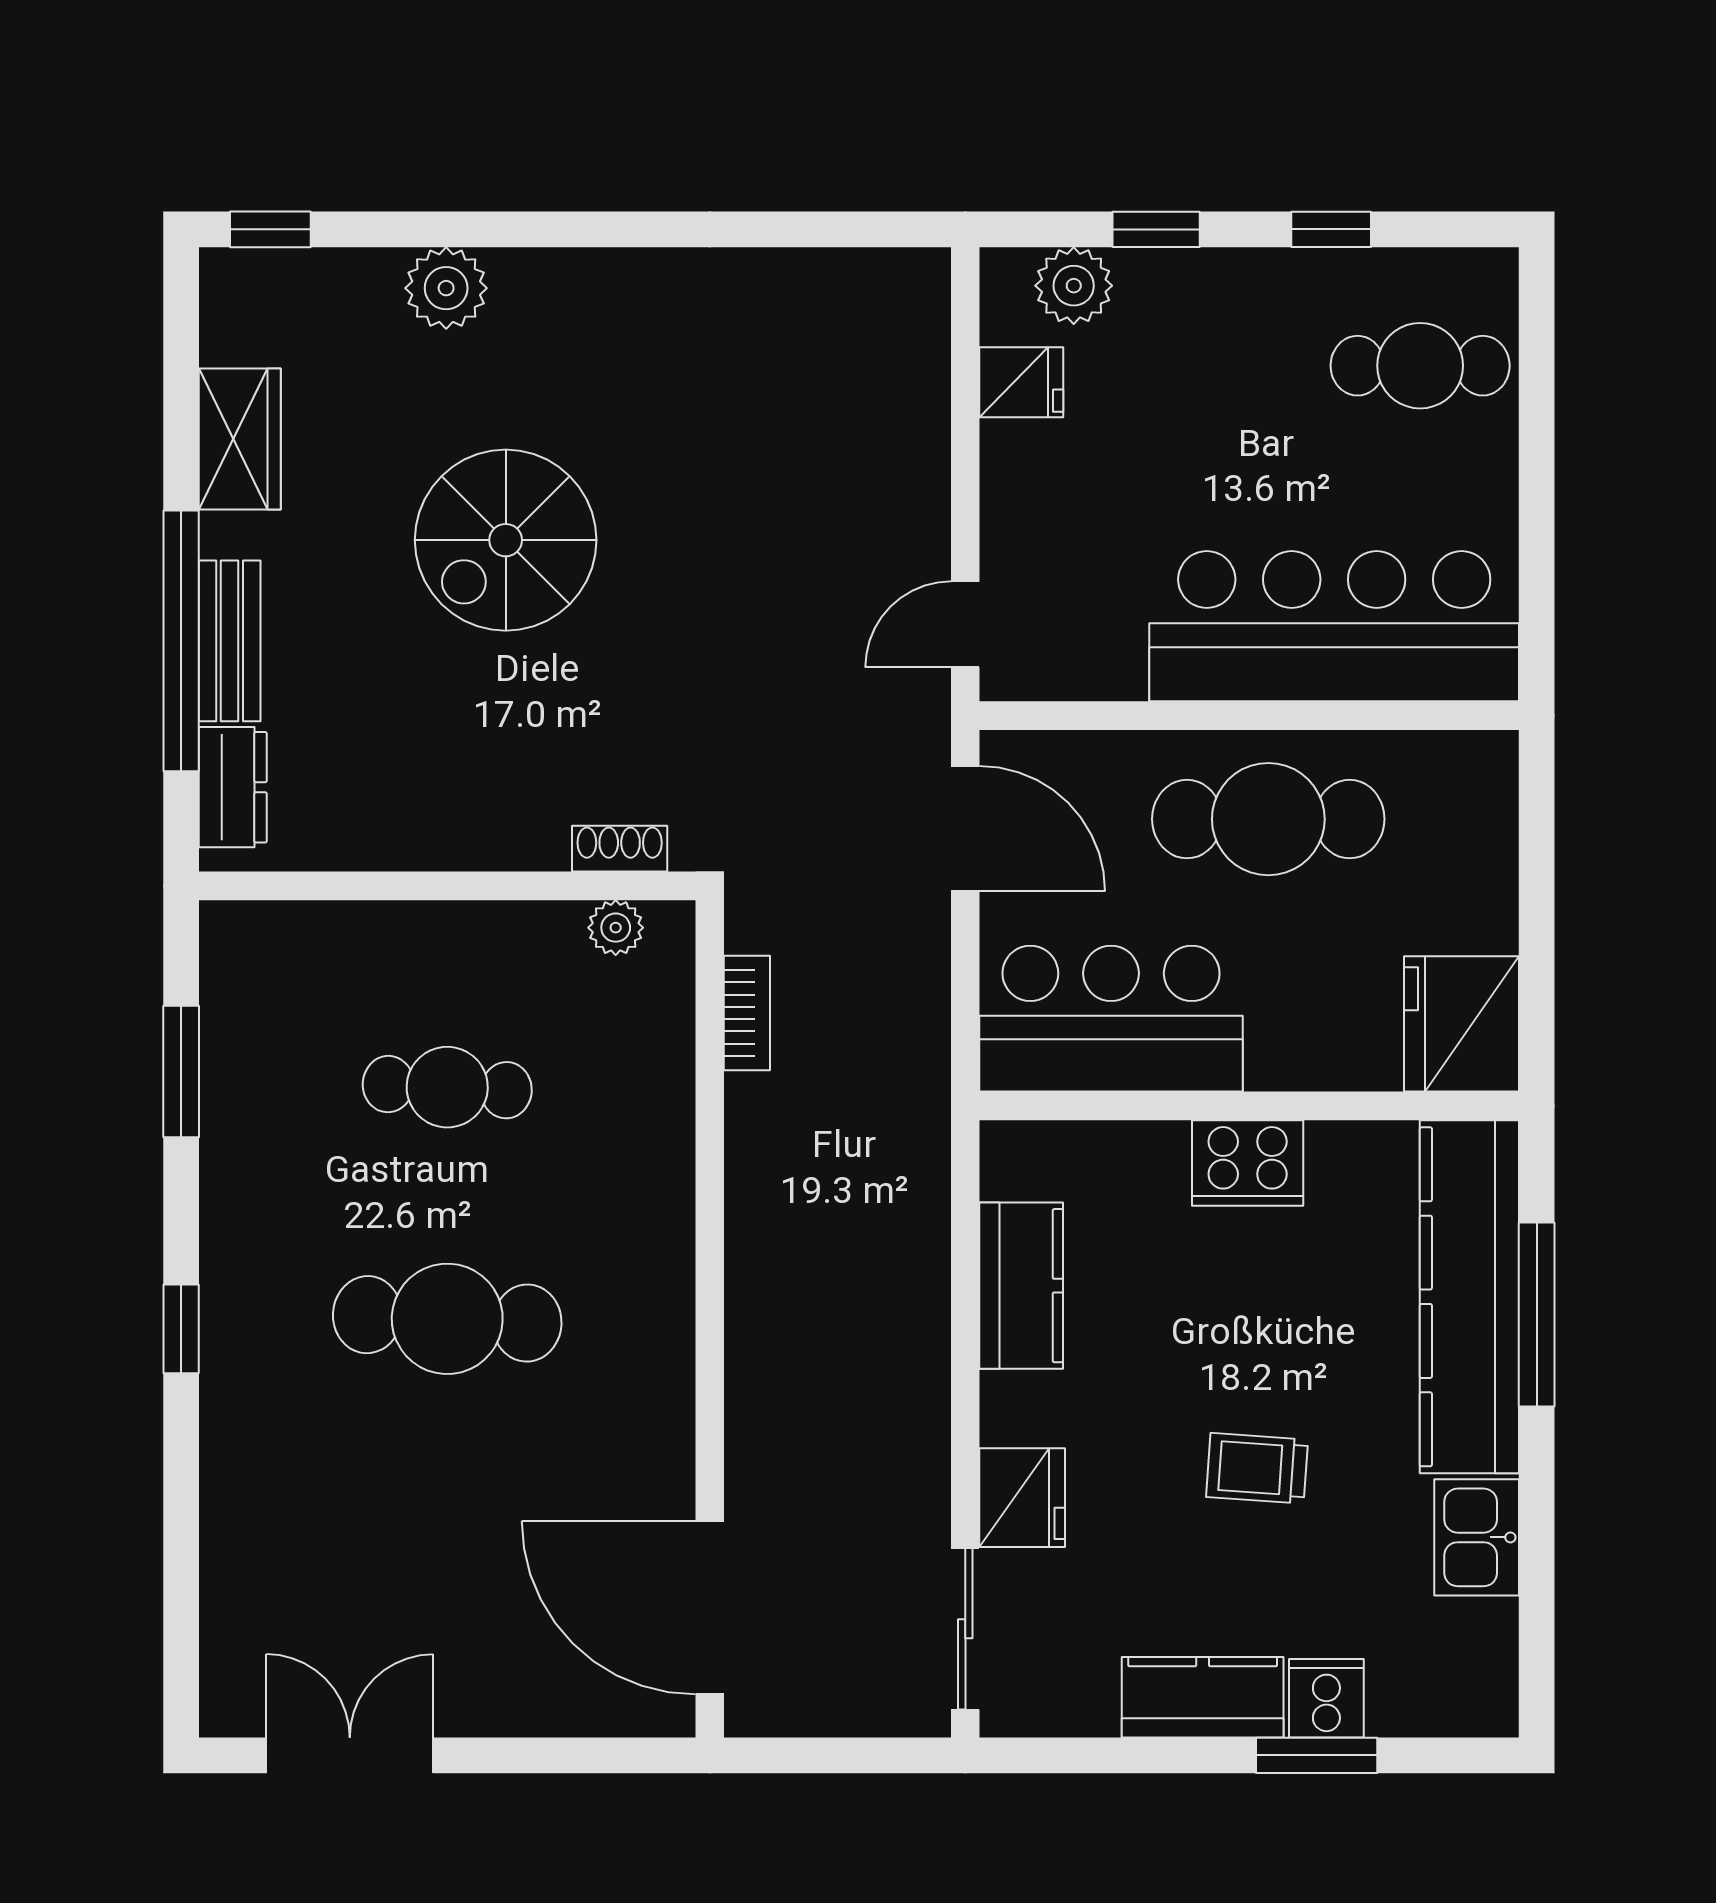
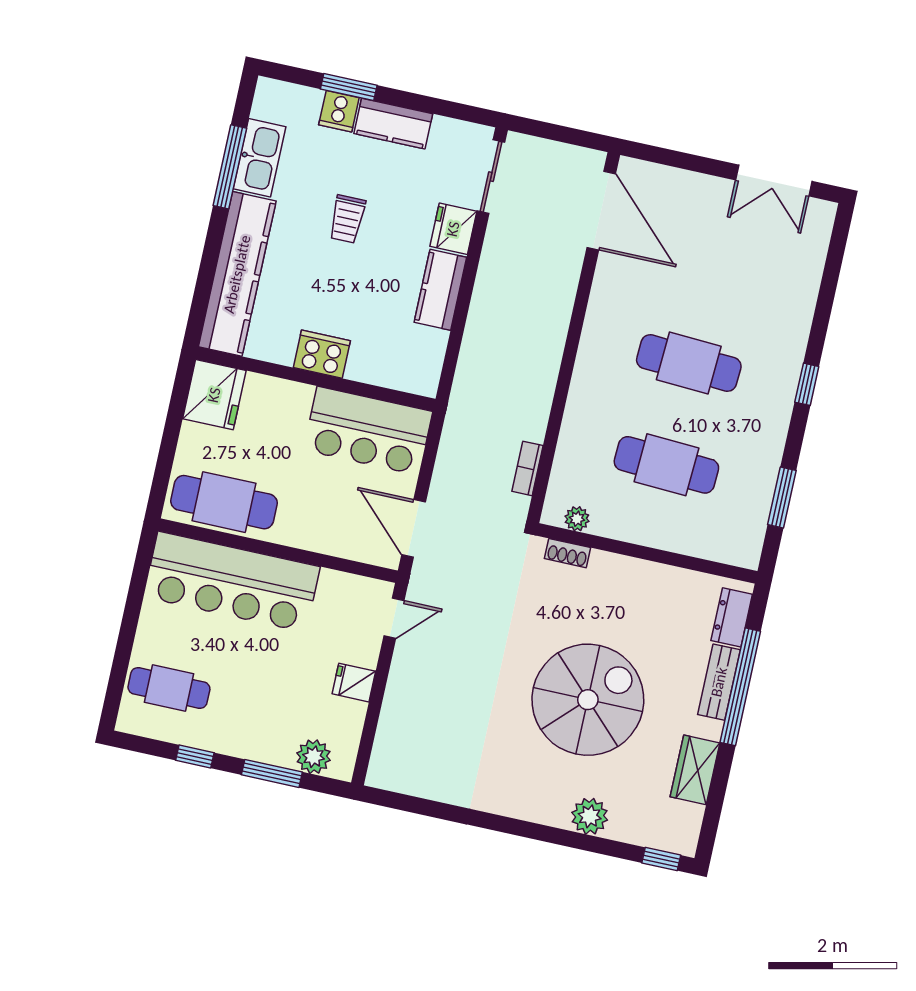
window: (1156, 229) -> (272, 773), width x1.50
fridge: (1021, 382) -> (354, 683), moved
spiral stairs: (506, 540) -> (588, 700), width x1.37, depth x1.37
cafe table: (1268, 819) -> (224, 502), moved
cafe table: (447, 1087) -> (666, 465), width x1.37, depth x1.35
kitchen counter: (1021, 1286) -> (440, 290), moved
window: (1537, 1315) -> (230, 167), moved
trolley: (1257, 1468) -> (347, 219), turned 86
kitchen sink: (1477, 1537) -> (259, 158), width x1.38

